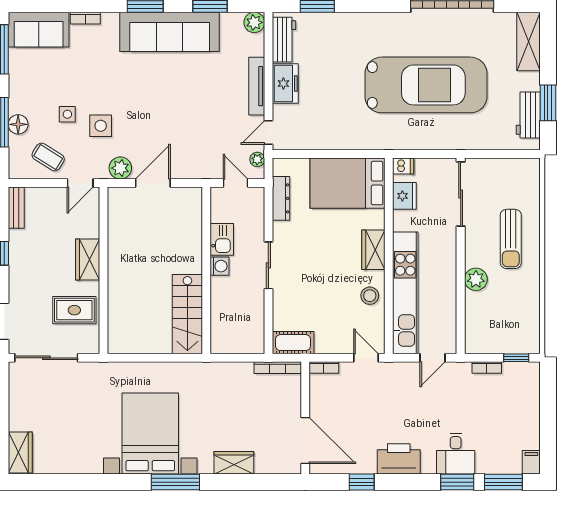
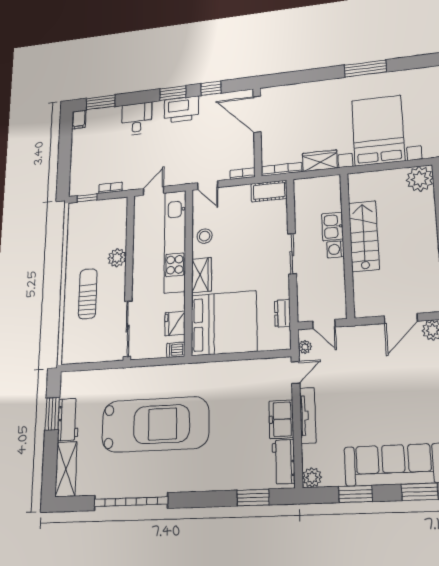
car: (426, 85) -> (155, 424), turned 180
workbench: (528, 115) -> (68, 419), moved
bed: (348, 183) -> (224, 323), width x1.36
dresser: (281, 198) -> (283, 313), width x0.70
kitchen sink: (222, 239) -> (332, 226), moved
stairs: (187, 314) -> (364, 236), moved
plant: (122, 339) -> (420, 179), added
bed with nightstands: (150, 434) -> (378, 130), moved, turned 180
wardrobe: (234, 463) -> (320, 161), moved, turned 180
window: (457, 482) -> (173, 93), moved

